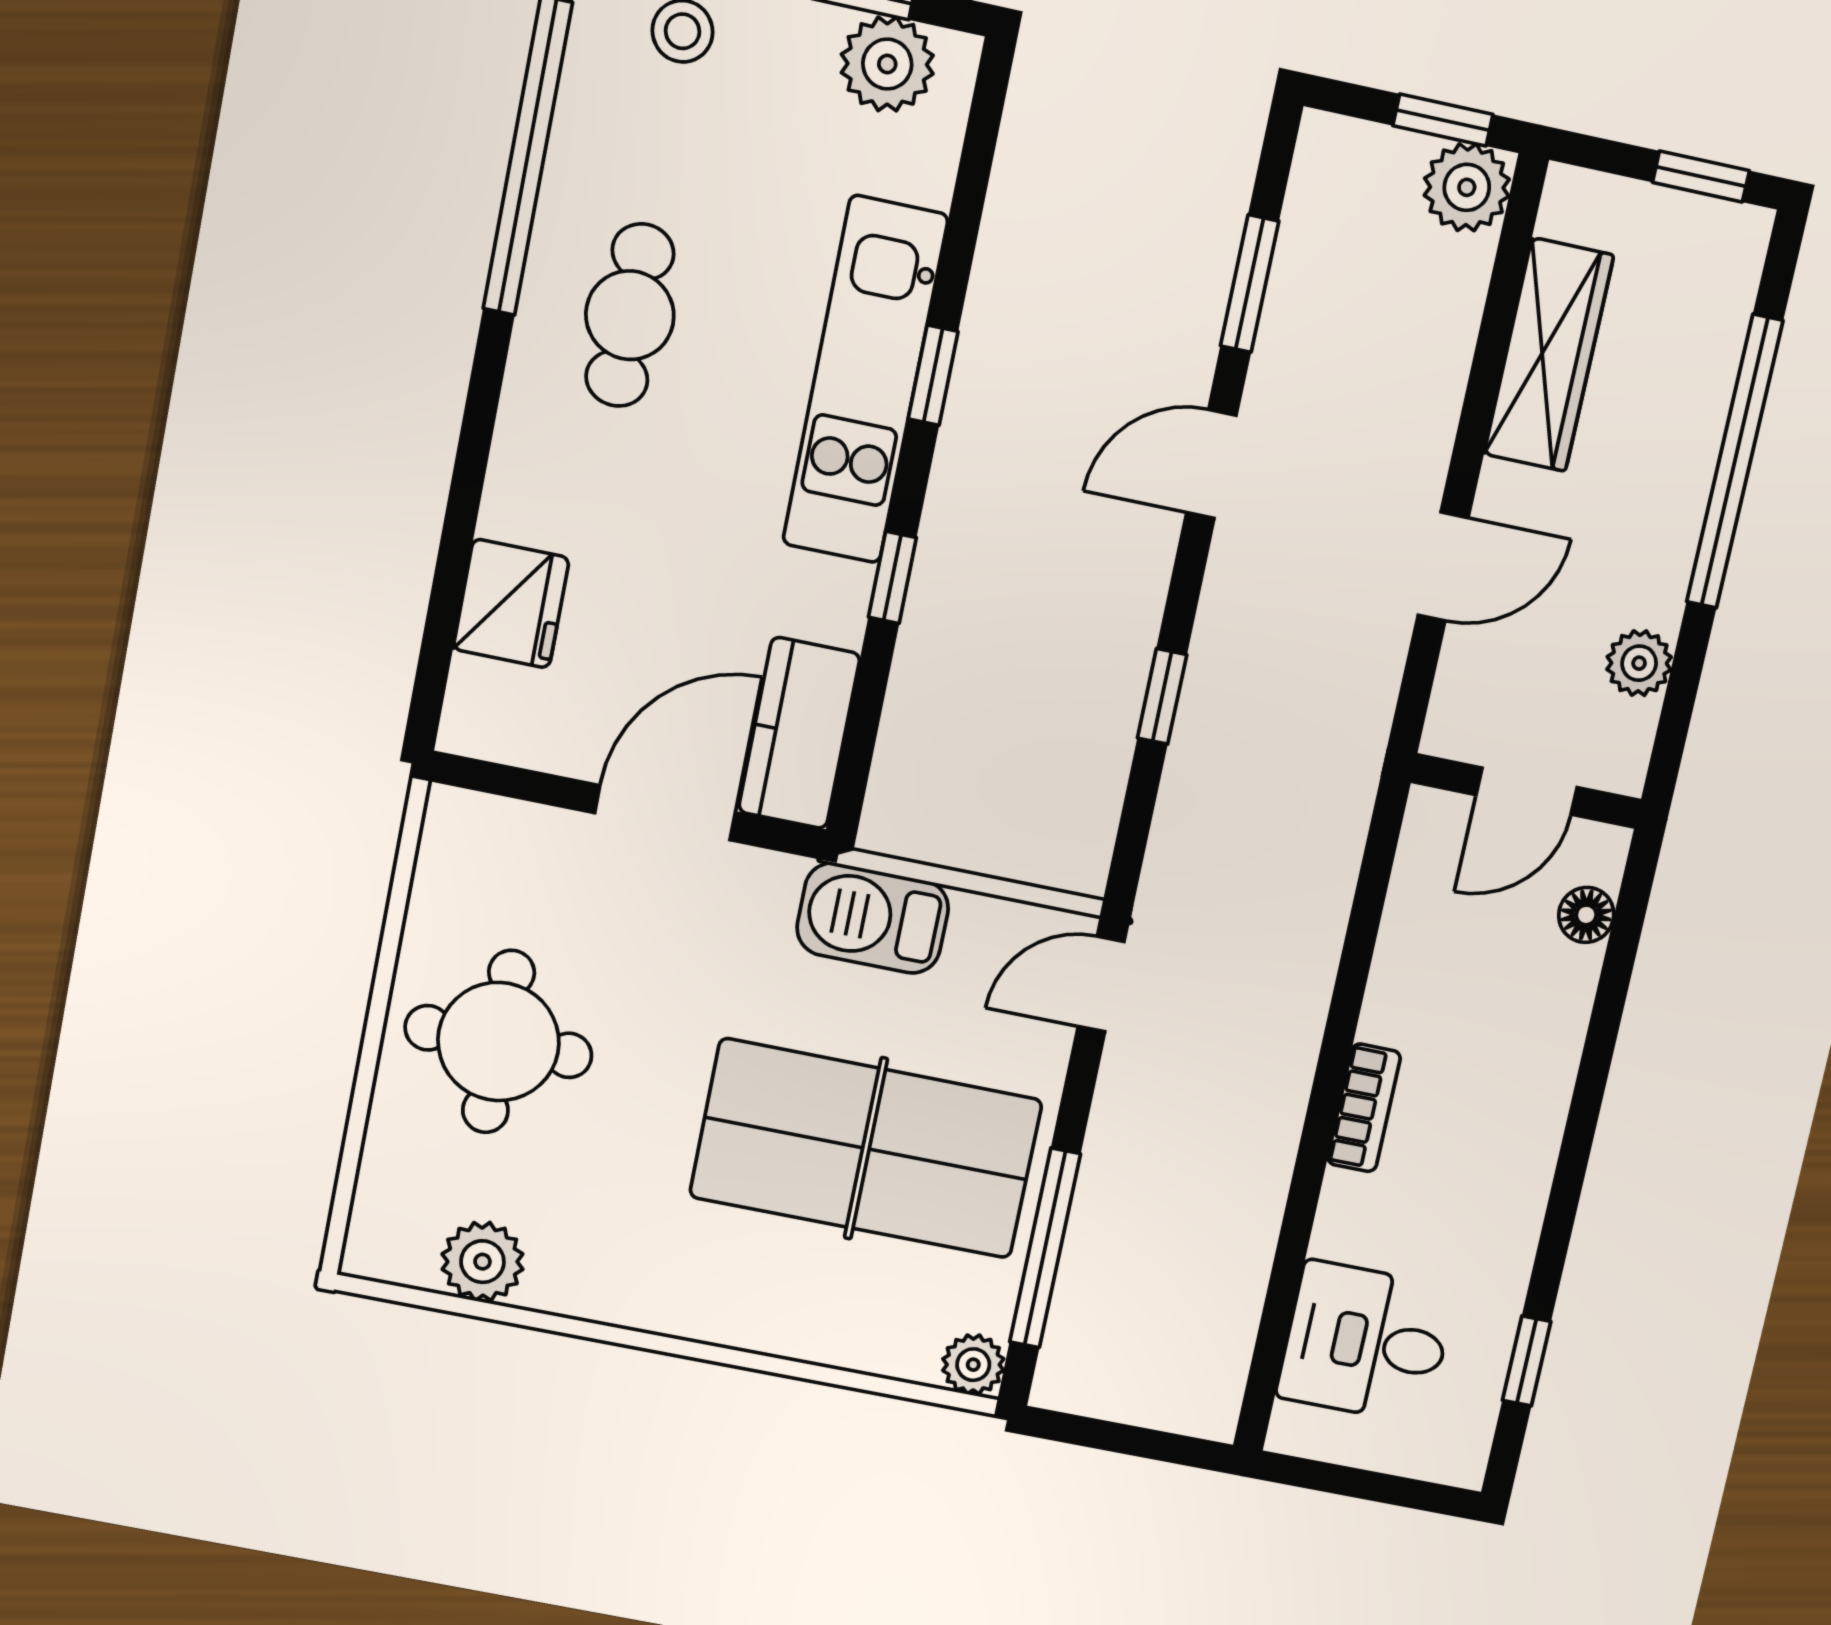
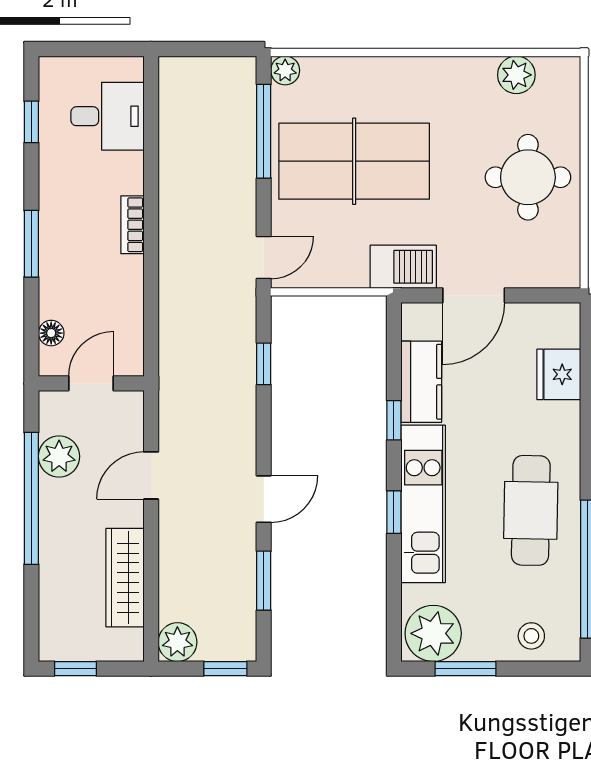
plant: (887, 64) -> (433, 633), width x1.36, depth x1.36
window: (1443, 120) -> (225, 669), moved
cafe table: (630, 315) -> (531, 510), width x1.37, depth x1.35
window: (1735, 462) -> (31, 498), moved
plant: (1639, 663) -> (59, 456), width x1.38, depth x1.38
window: (1162, 696) -> (264, 364), moved
kitchen counter: (799, 733) -> (421, 382), moved
barbecue: (873, 918) -> (403, 267), moved
window: (1585, 1110) -> (31, 244), added

